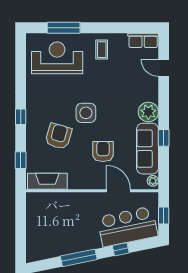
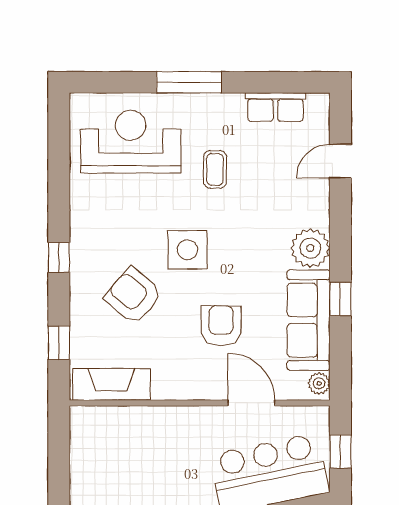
window: (64, 28) -> (189, 82), moved
row of seats: (143, 40) -> (275, 107), moved
coffee table: (102, 50) -> (215, 169), moved
door: (164, 68) -> (340, 161), hinge flipped
armchair: (58, 136) -> (133, 296), turned -66

